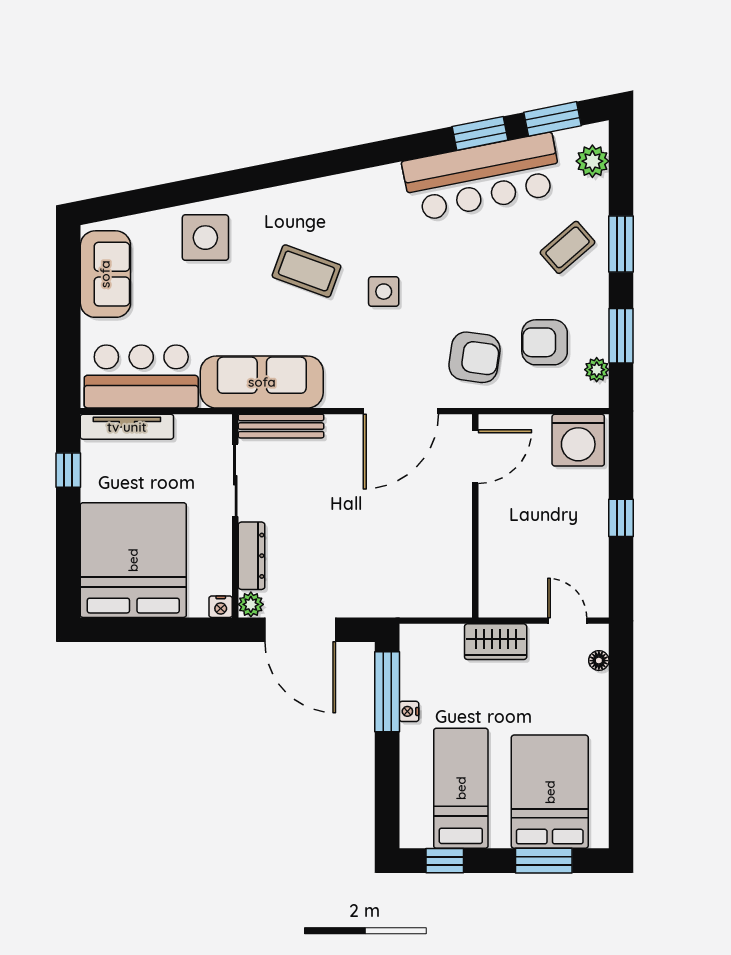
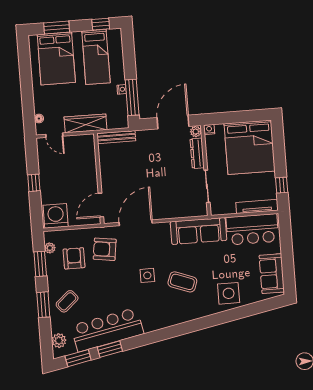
armchair: (545, 342) -> (74, 258), turned -90
bench: (281, 426) -> (116, 137), moved
door: (300, 630) -> (173, 122), hinge flipped
wardrobe: (496, 642) -> (86, 123), width x1.50

